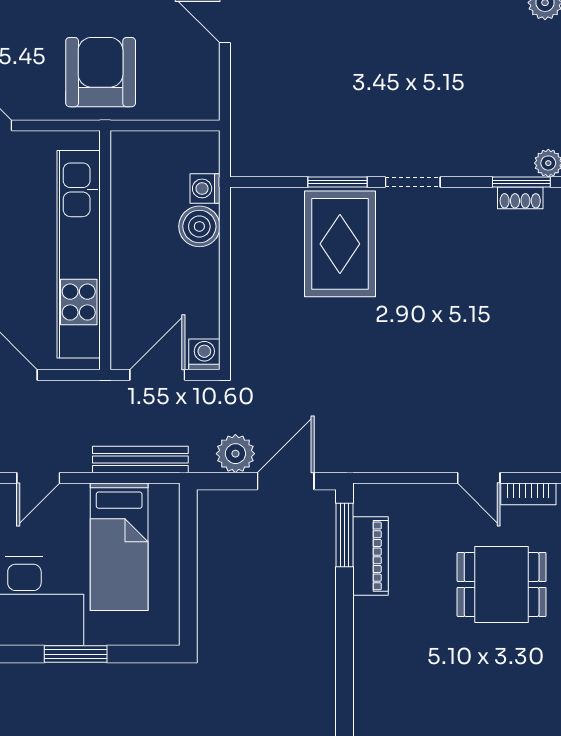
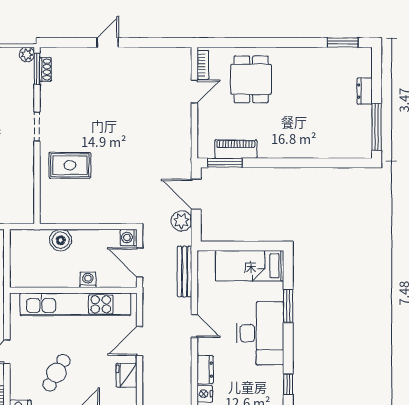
window: (338, 182) -> (37, 167), removed
washing machine: (205, 188) -> (88, 280), moved, turned 180
rug: (340, 244) -> (70, 165), width x0.73, depth x0.70
bed: (119, 547) -> (250, 266), moved, turned 180

